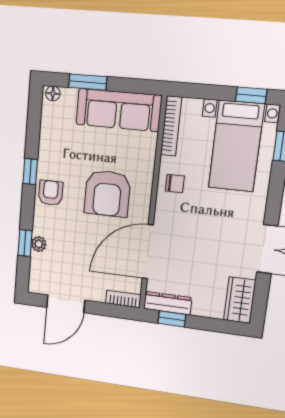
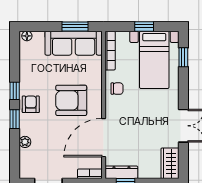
window: (88, 82) -> (75, 26), moved
window: (251, 95) -> (144, 26), moved
armchair: (107, 194) -> (71, 100), turned 90
window: (25, 243) -> (15, 119), moved

